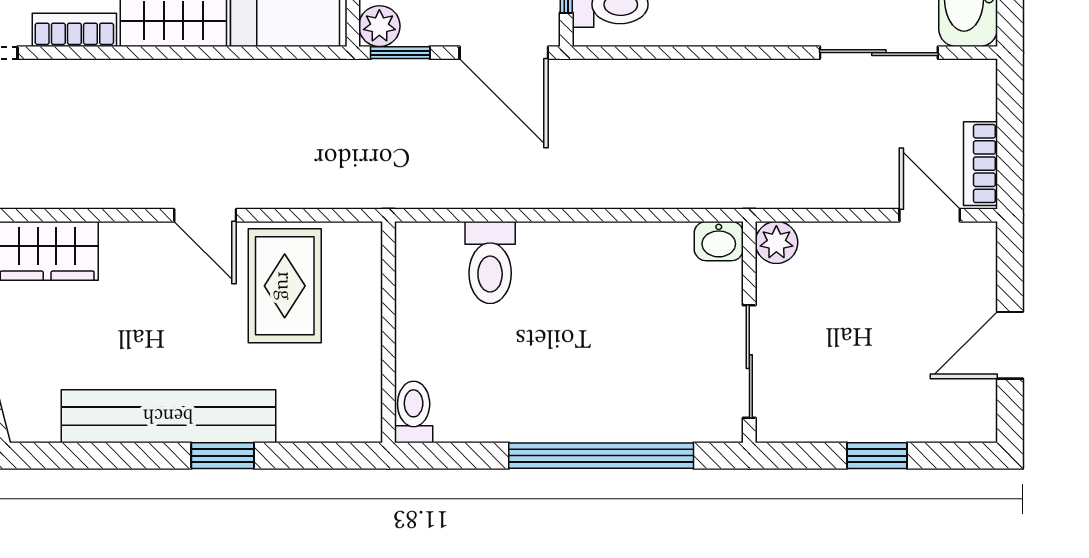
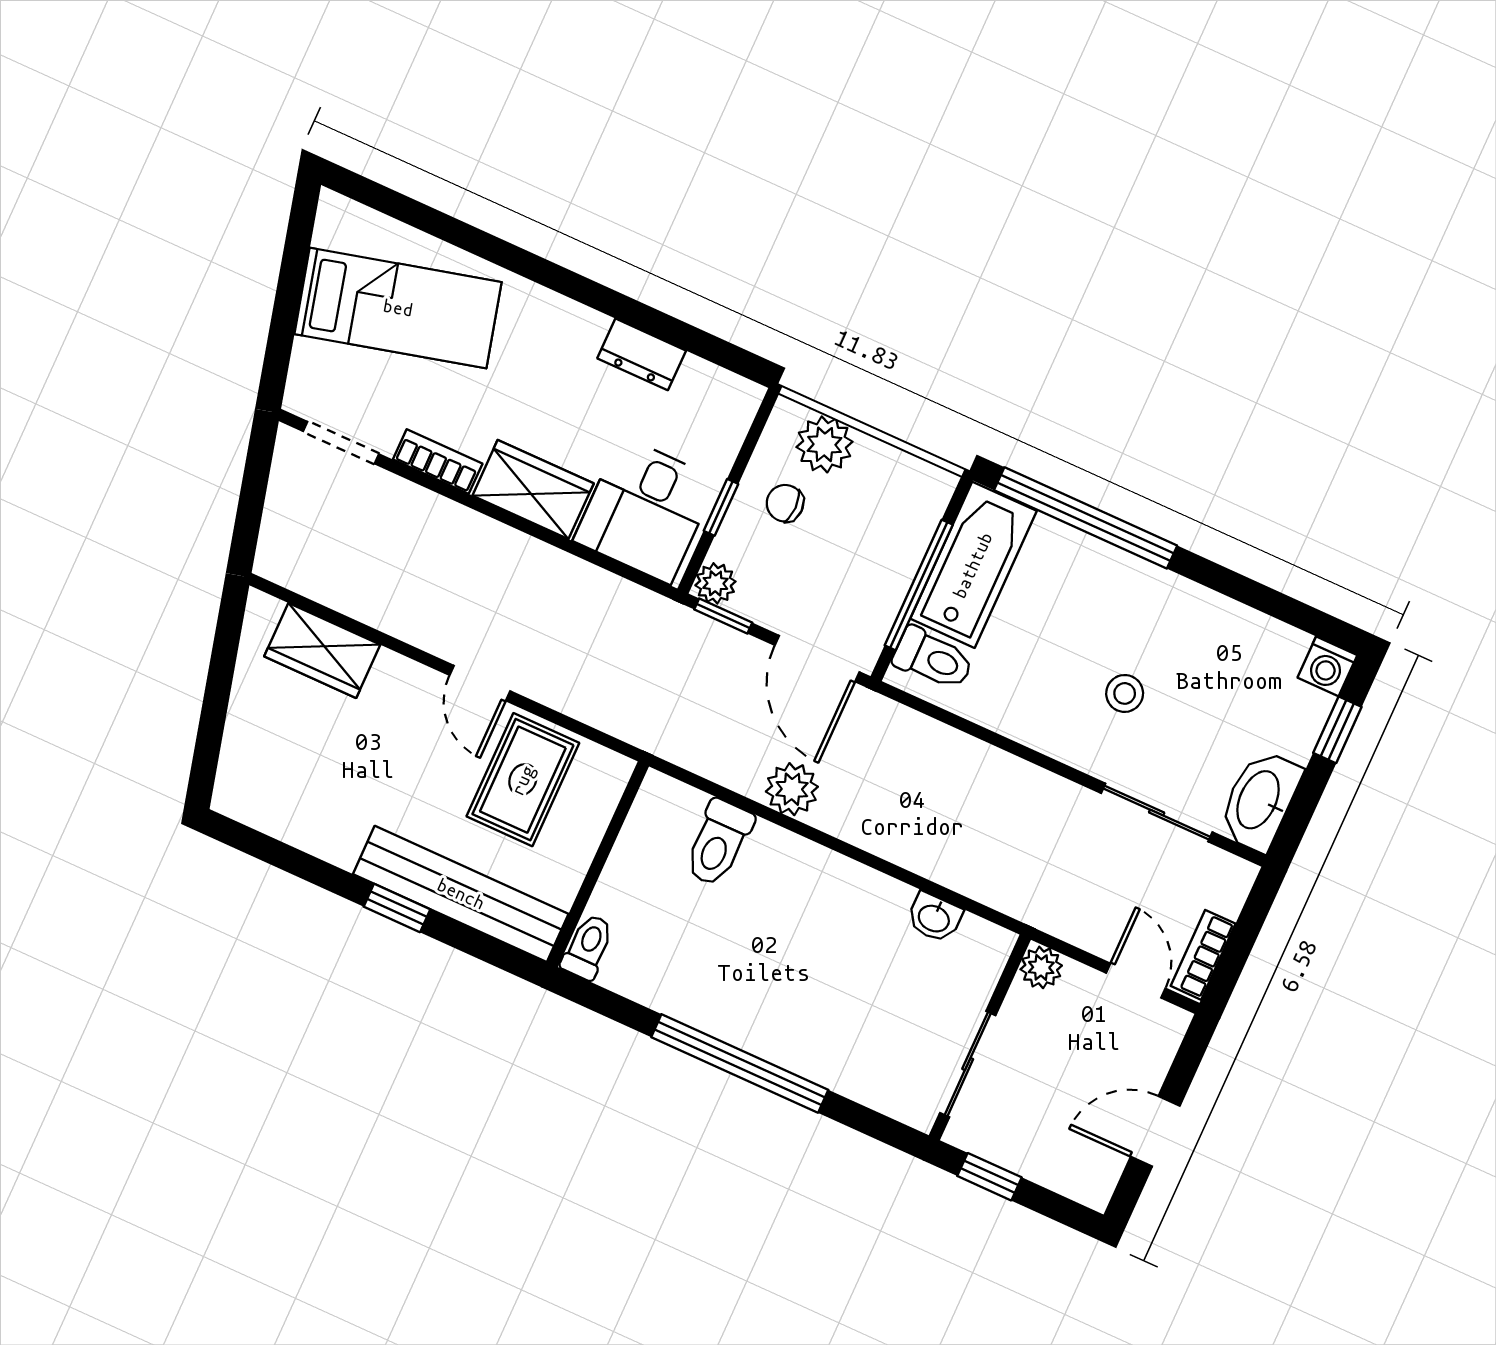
plant: (535, 183) -> (792, 789), added
plant: (776, 242) -> (1041, 967), moved
wall: (749, 332) -> (980, 1037), moved
sliding door: (749, 362) -> (968, 1064), moved
bench: (168, 416) -> (461, 894), moved

